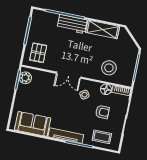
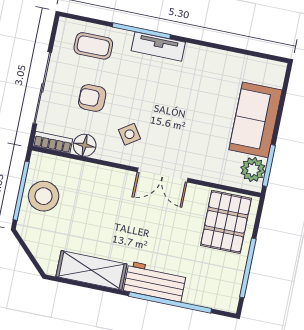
pallet: (38, 53) -> (226, 222), width x1.50, depth x1.42
stool: (109, 68) -> (44, 196), moved
double door: (69, 75) -> (163, 175), swing flipped
sofa: (33, 124) -> (255, 120), moved, turned 90
tv unit: (66, 136) -> (158, 47), width x0.71

